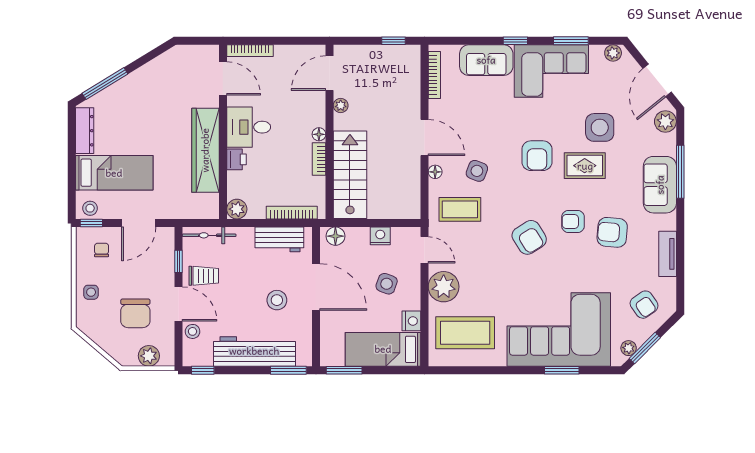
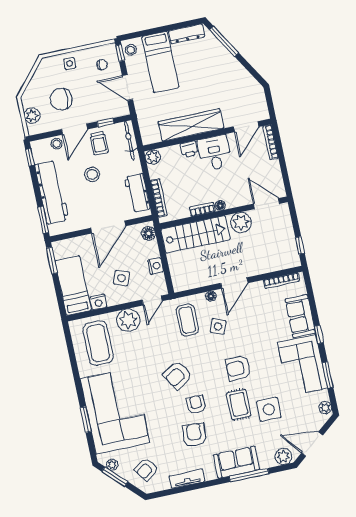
plant: (341, 105) -> (241, 222), width x1.87, depth x1.87
stool: (277, 300) -> (92, 174), moved

